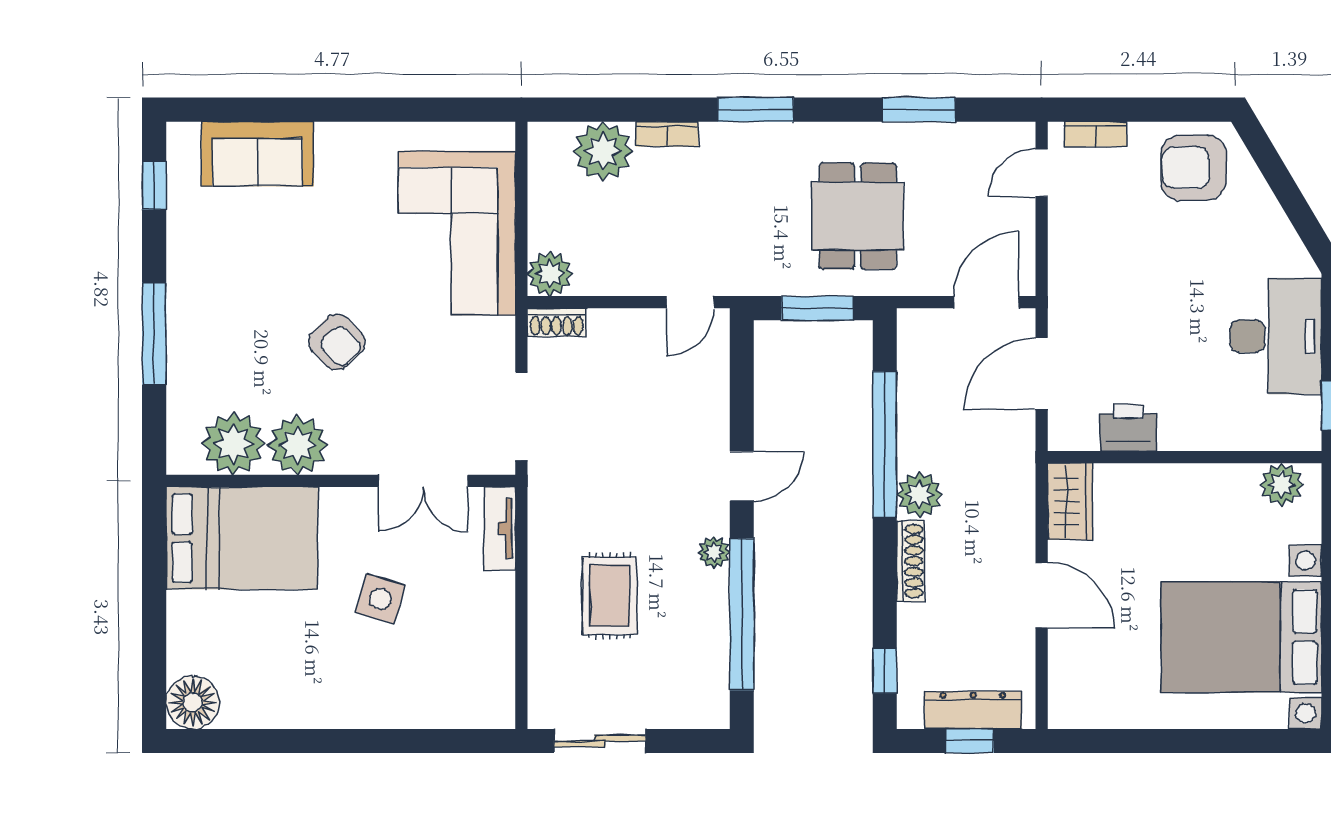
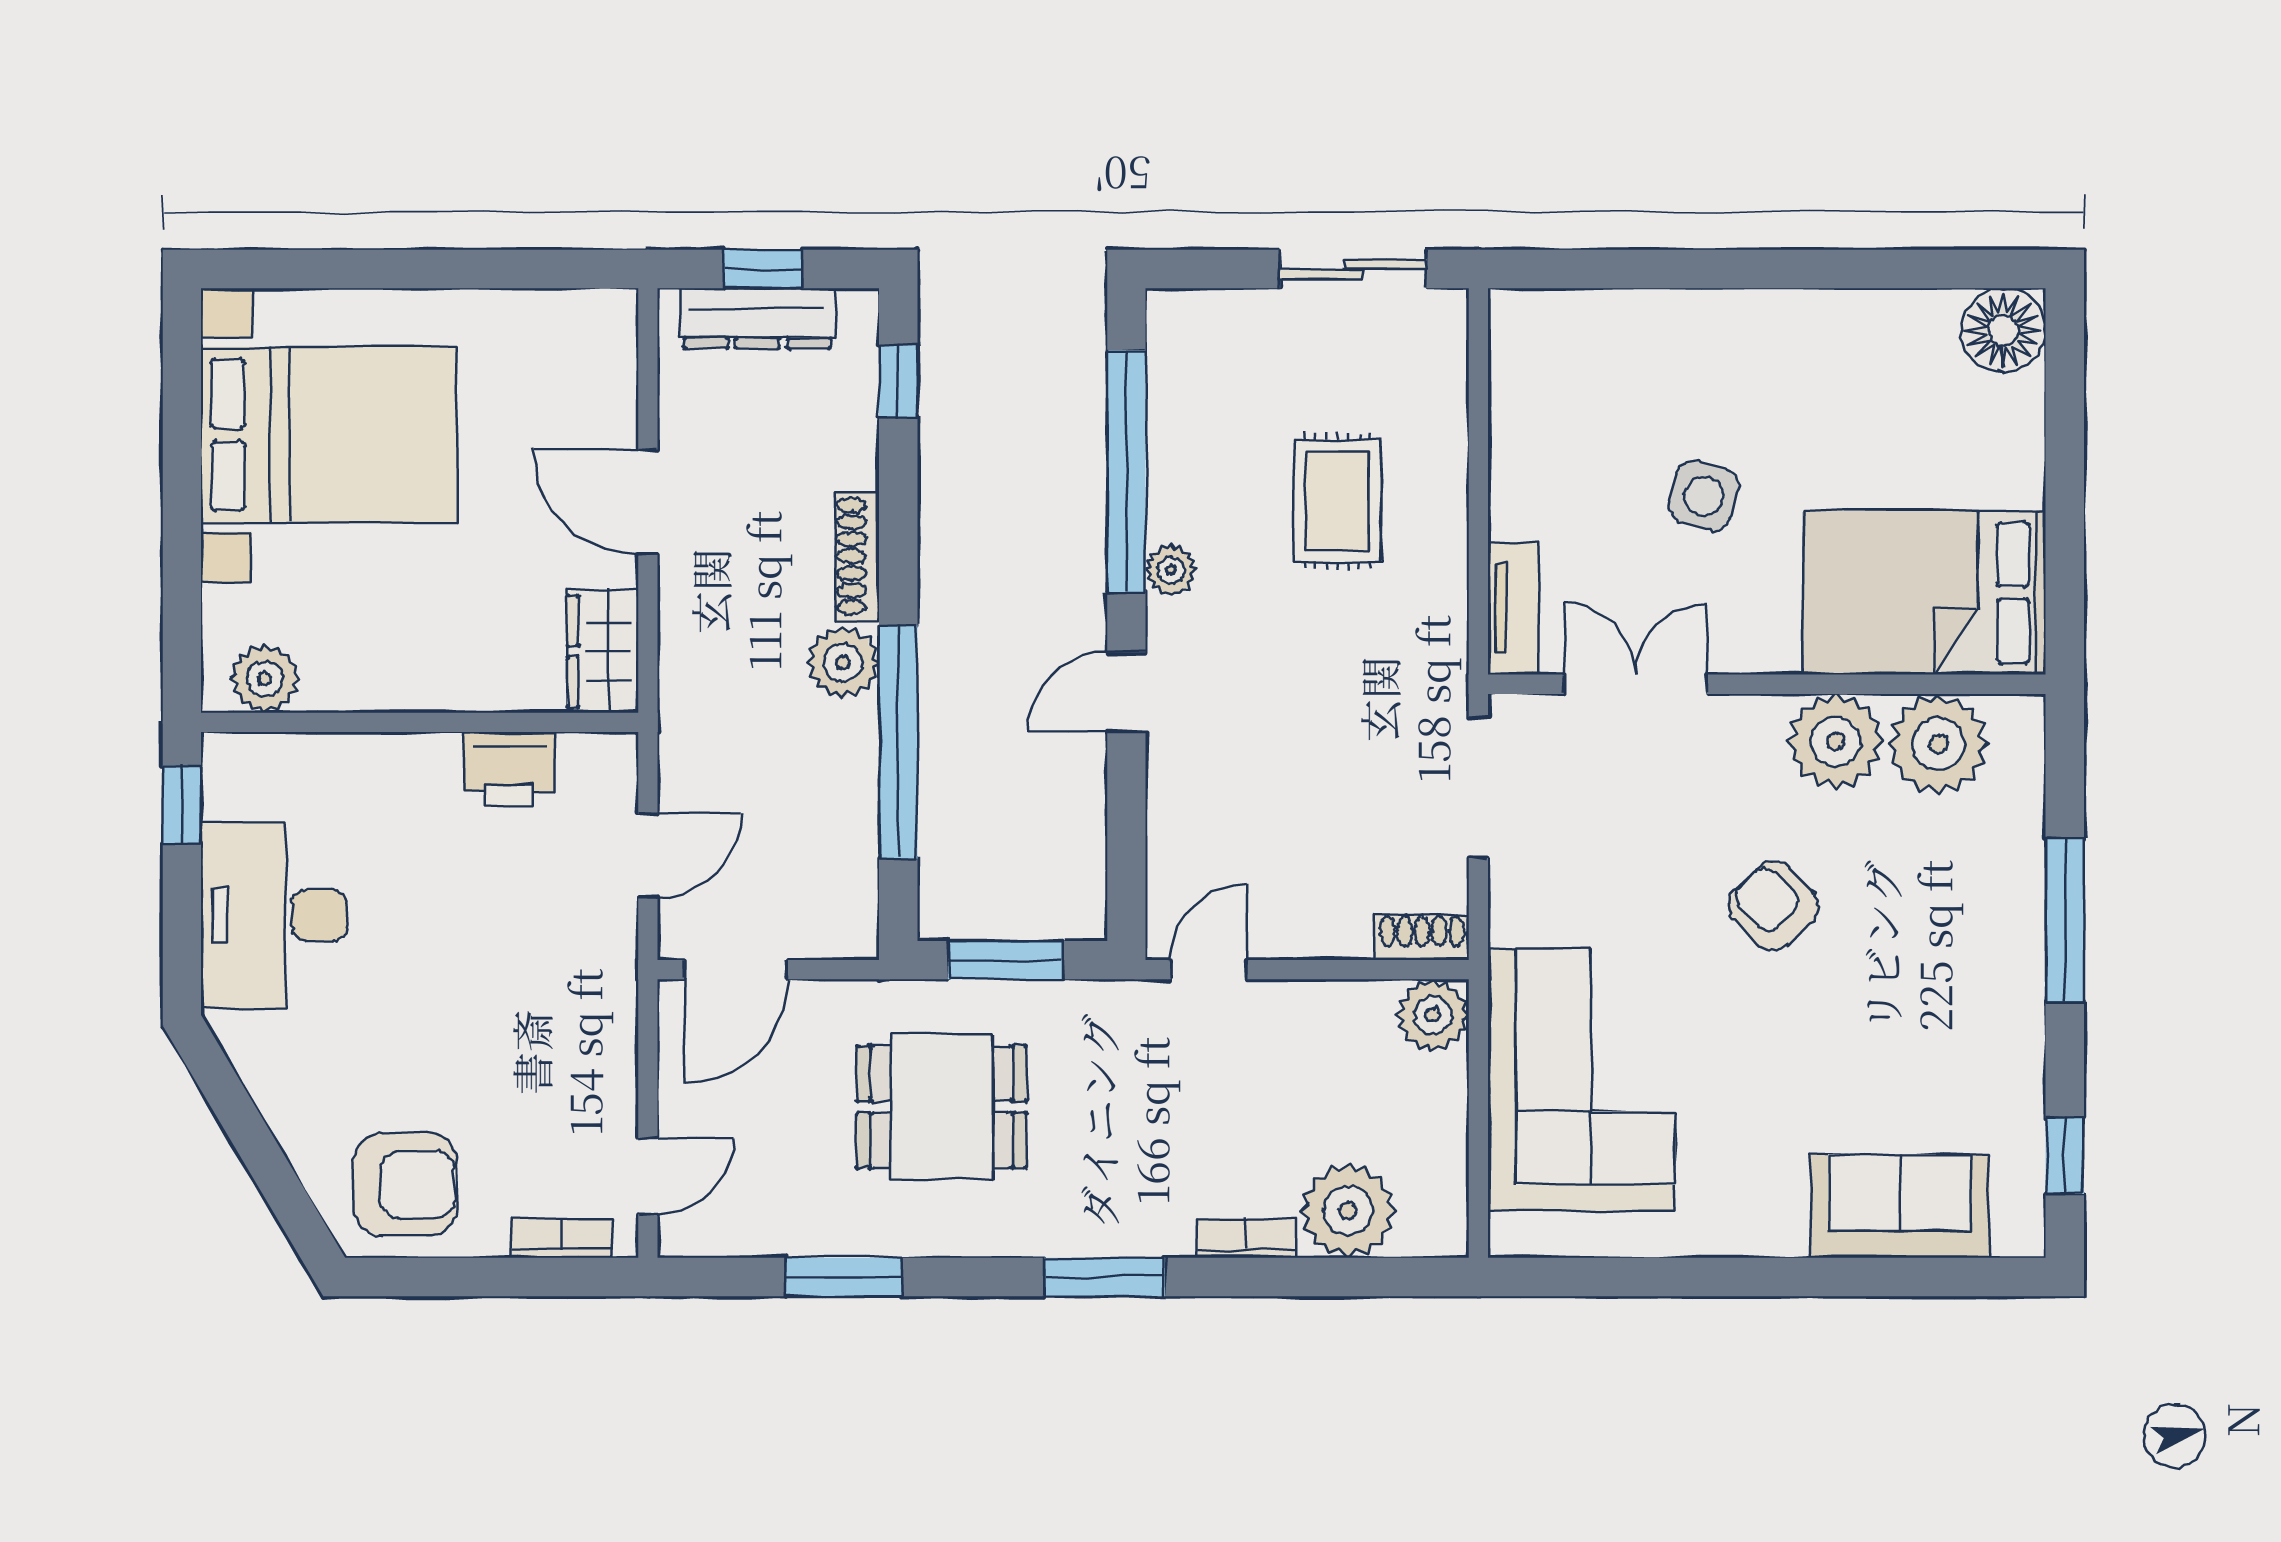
dining table: (858, 216) -> (942, 1107), turned 90
door: (1042, 374) -> (648, 856), width x0.73

